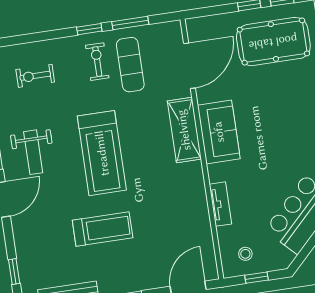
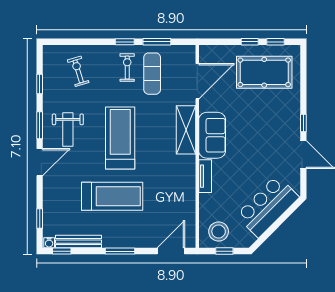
exercise bike: (35, 76) -> (78, 71), turned 73
treadmill: (102, 153) -> (120, 138), turned 180
tv unit: (220, 204) -> (205, 176), moved
treadmill: (103, 229) -> (112, 196), width x1.37, depth x1.38
stool: (245, 254) -> (219, 231), width x1.89, depth x1.89

